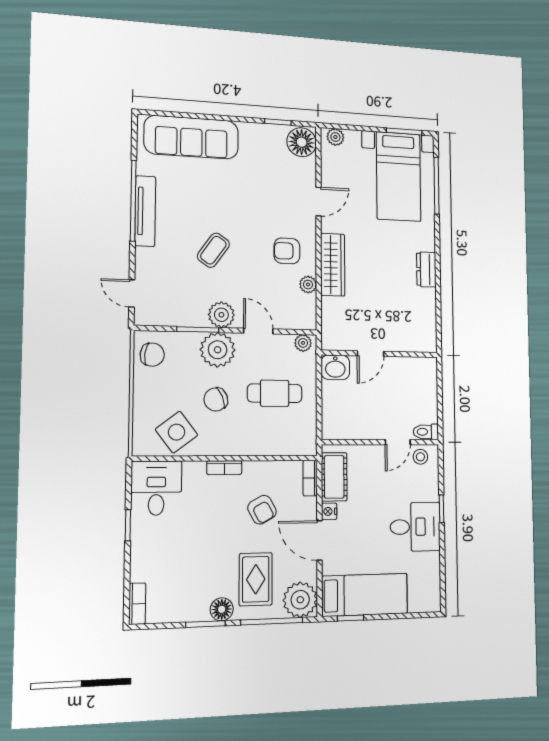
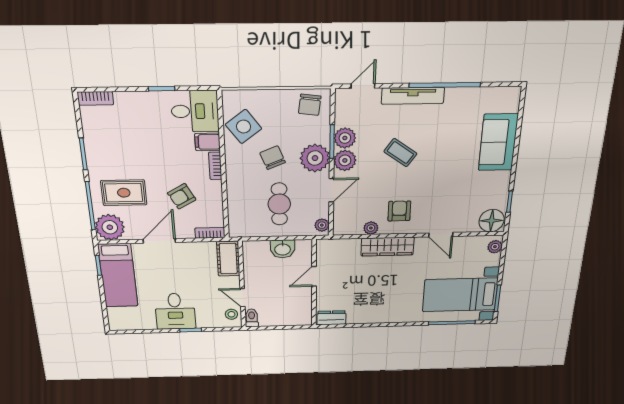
sofa: (191, 137) -> (498, 142), width x0.73
tv unit: (145, 211) -> (413, 96), moved
dresser: (426, 269) -> (331, 318), moved
plant: (194, 315) -> (345, 138), added
door: (370, 354) -> (314, 276), hinge flipped
washbasin: (335, 367) -> (283, 249), moved, turned -90
filing cabinet: (194, 475) -> (208, 142), added
cot: (334, 477) -> (228, 259), moved, turned 90
nightstand: (329, 511) -> (184, 248), removed
floor lamp: (222, 609) -> (97, 167), removed

